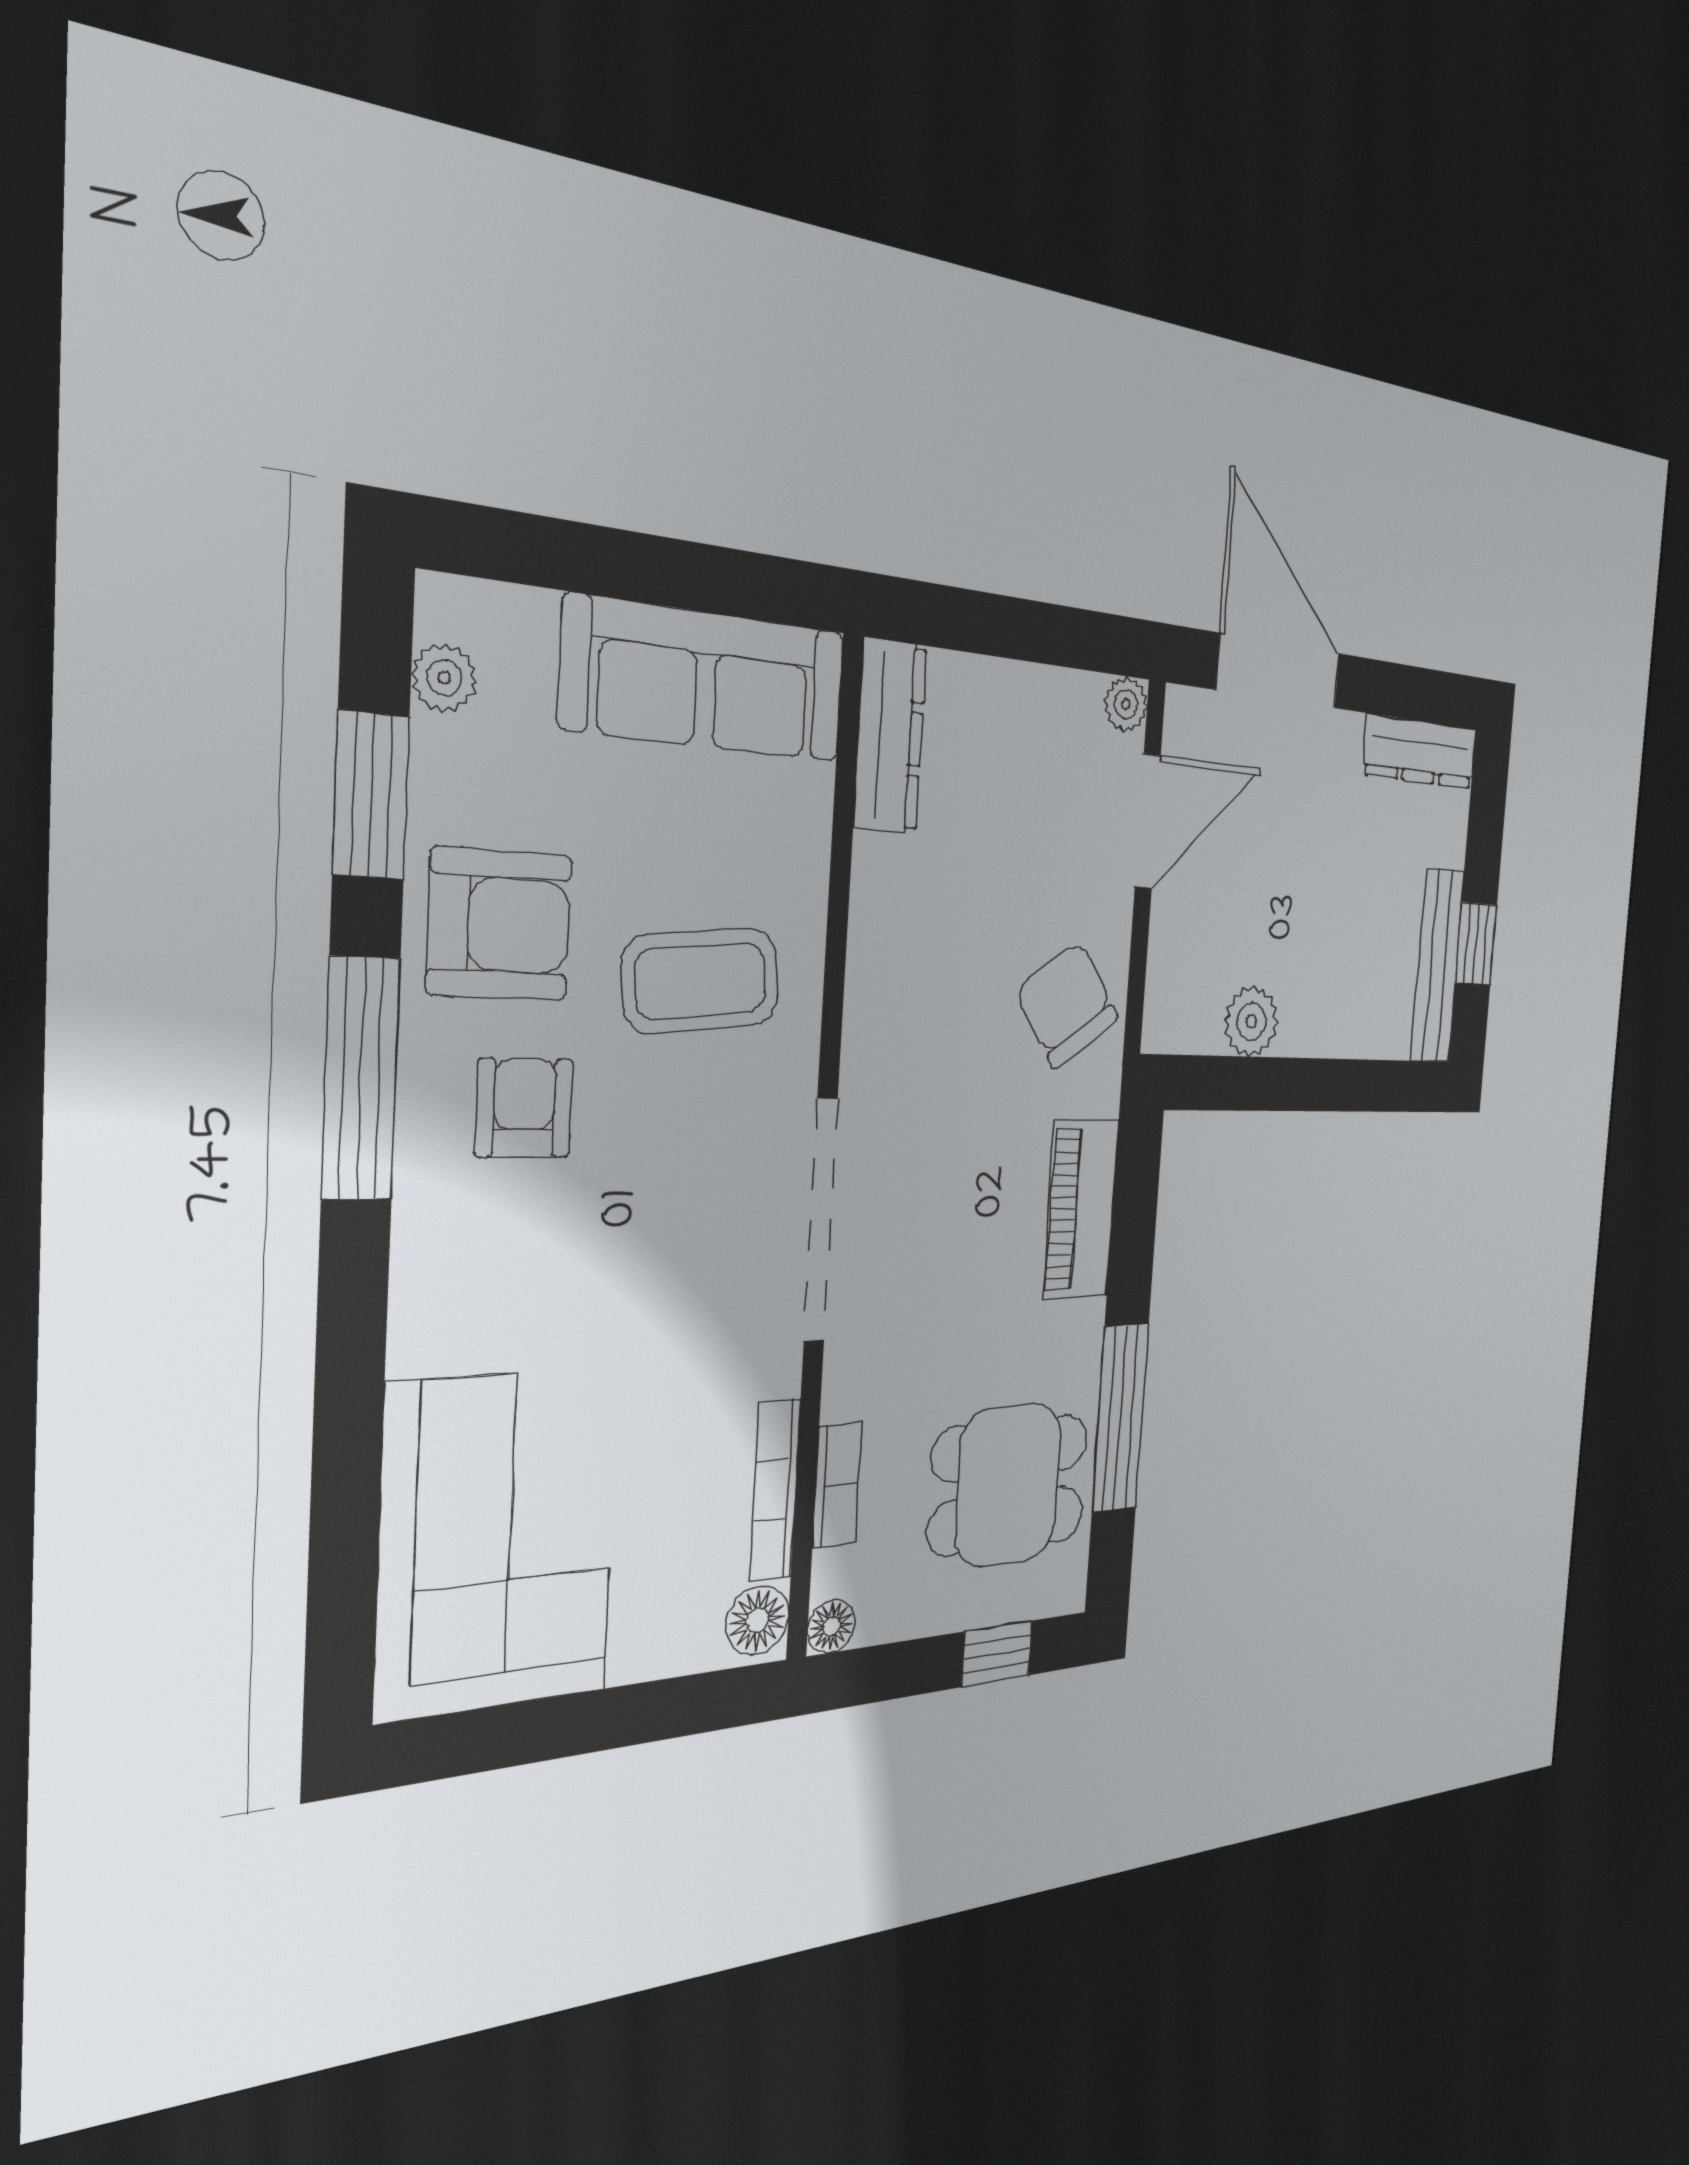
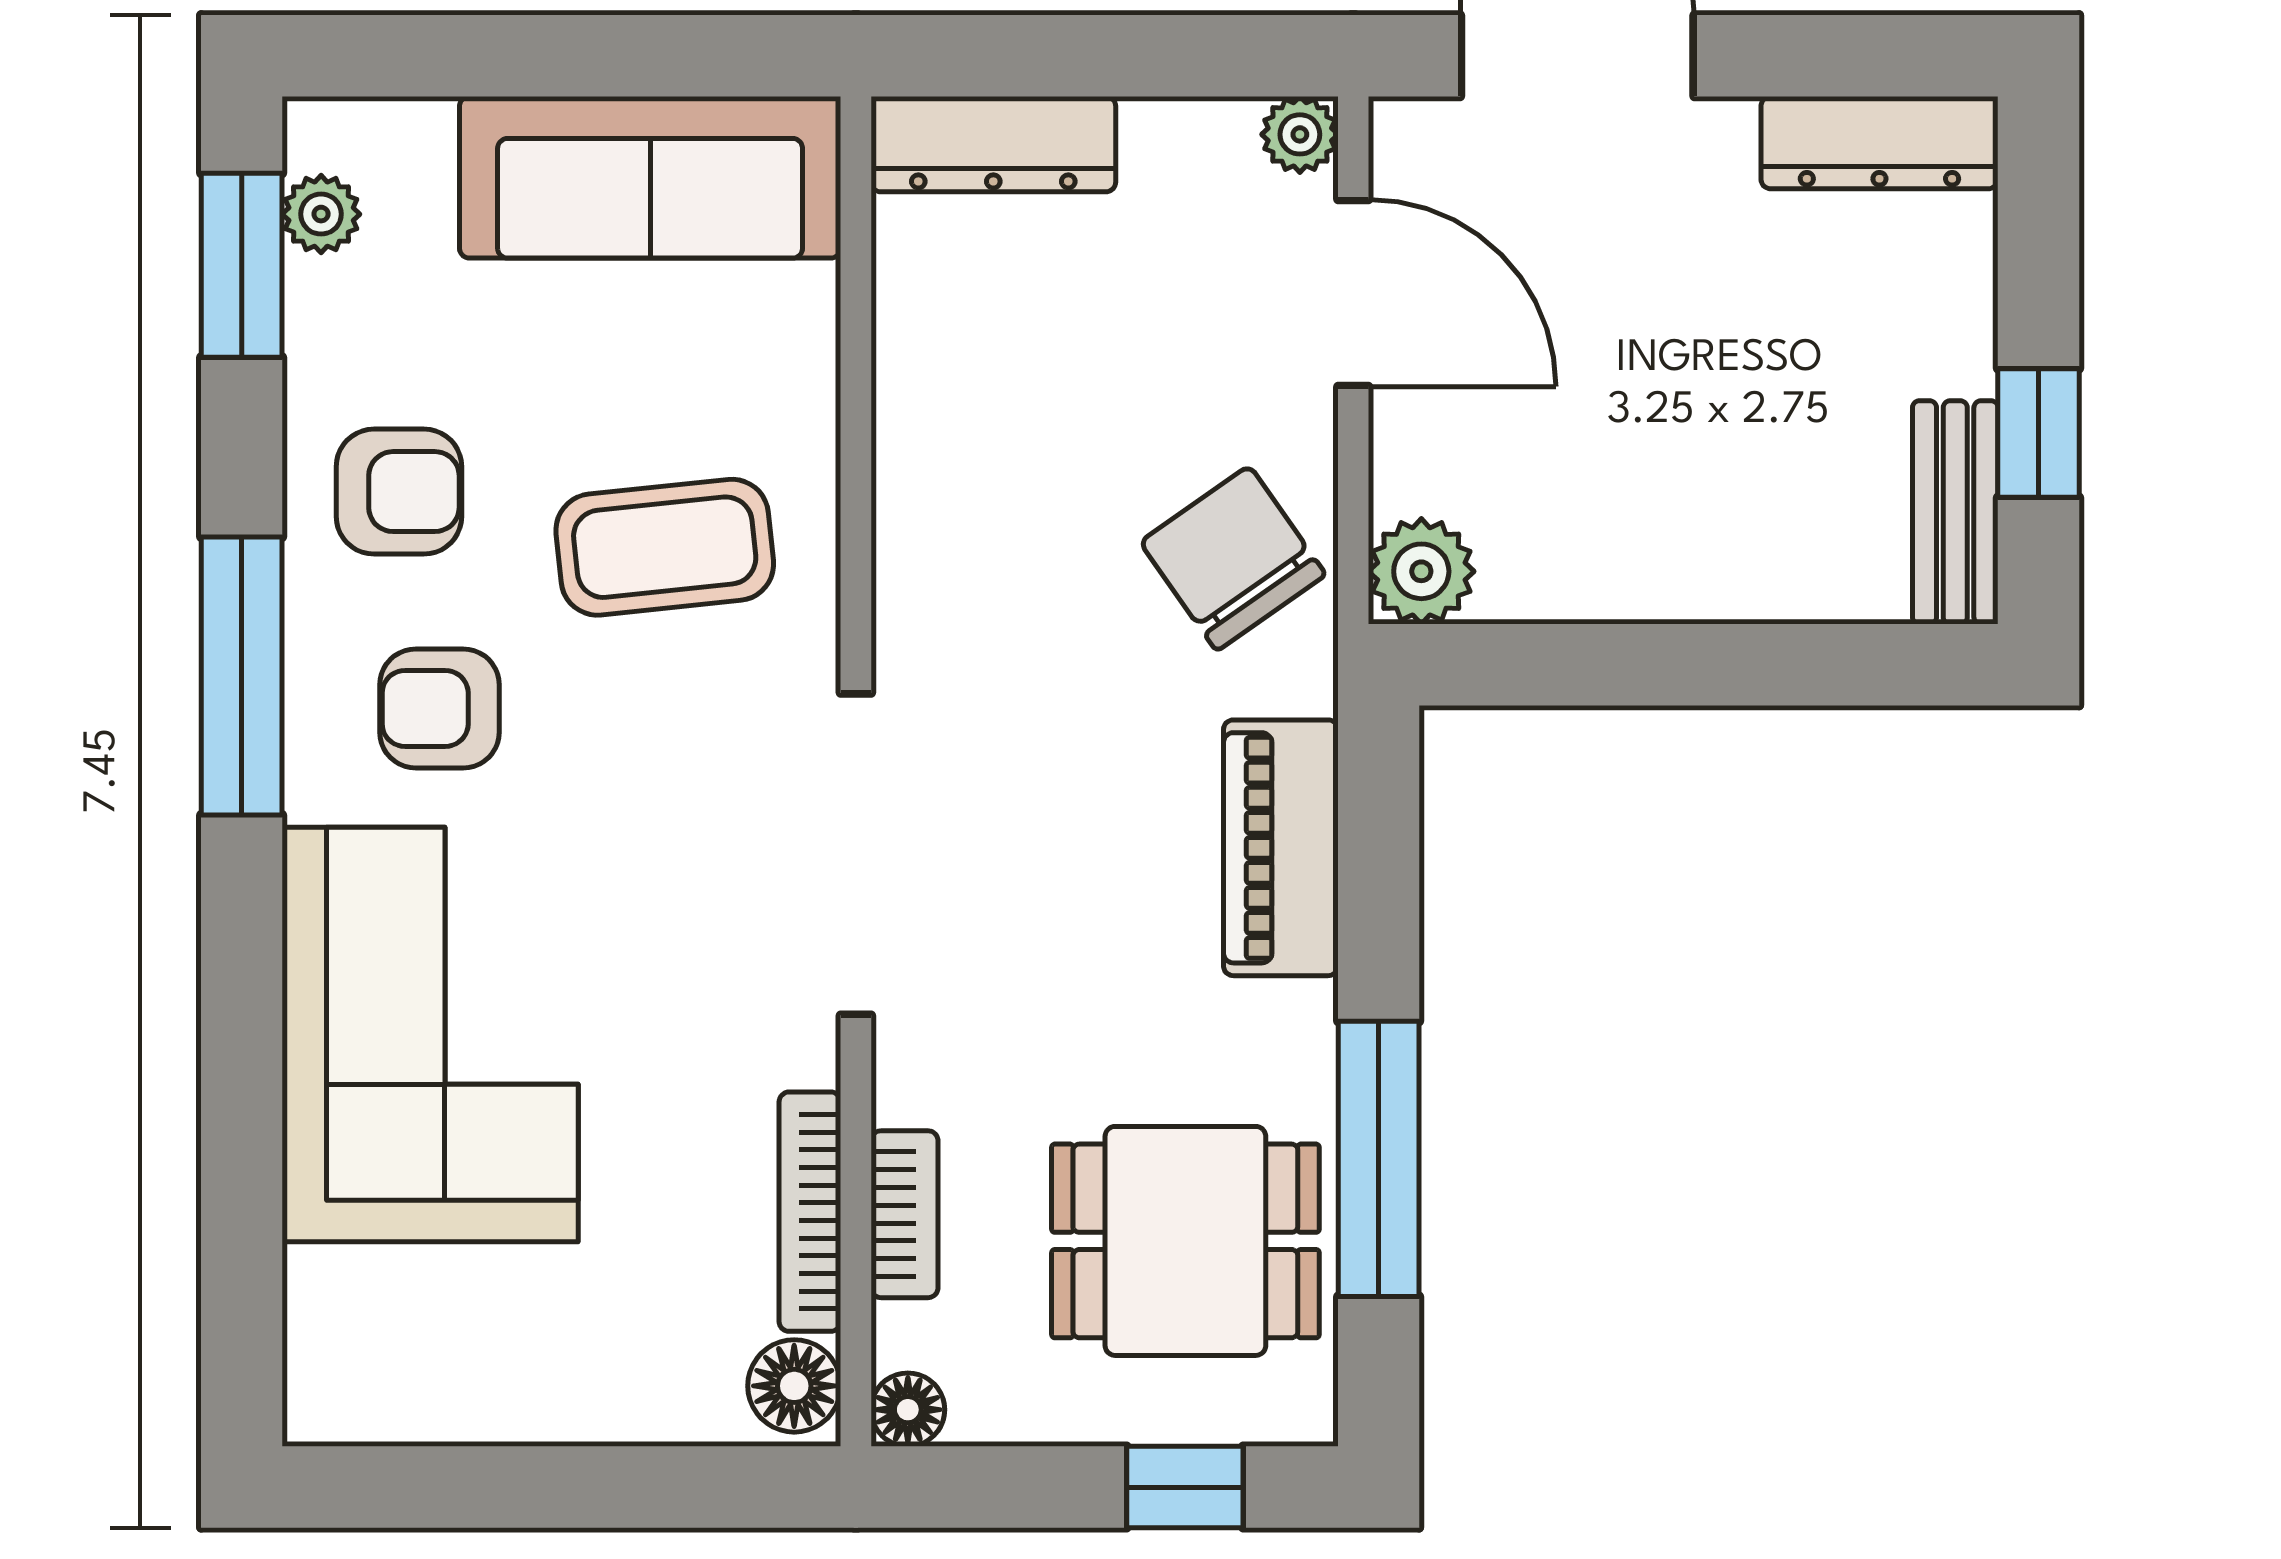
dresser: (890, 736) -> (993, 144), moved, turned 90
window: (371, 795) -> (242, 265), moved
door: (1148, 821) -> (1353, 293), hinge flipped
armchair: (499, 924) -> (399, 492), width x0.72, depth x0.72
bench: (1437, 966) -> (1955, 512), width x0.73
plant: (1251, 1021) -> (1421, 571), moved
armchair: (524, 1108) -> (439, 708), turned -90
corner sofa: (498, 1542) -> (430, 1034), moved

